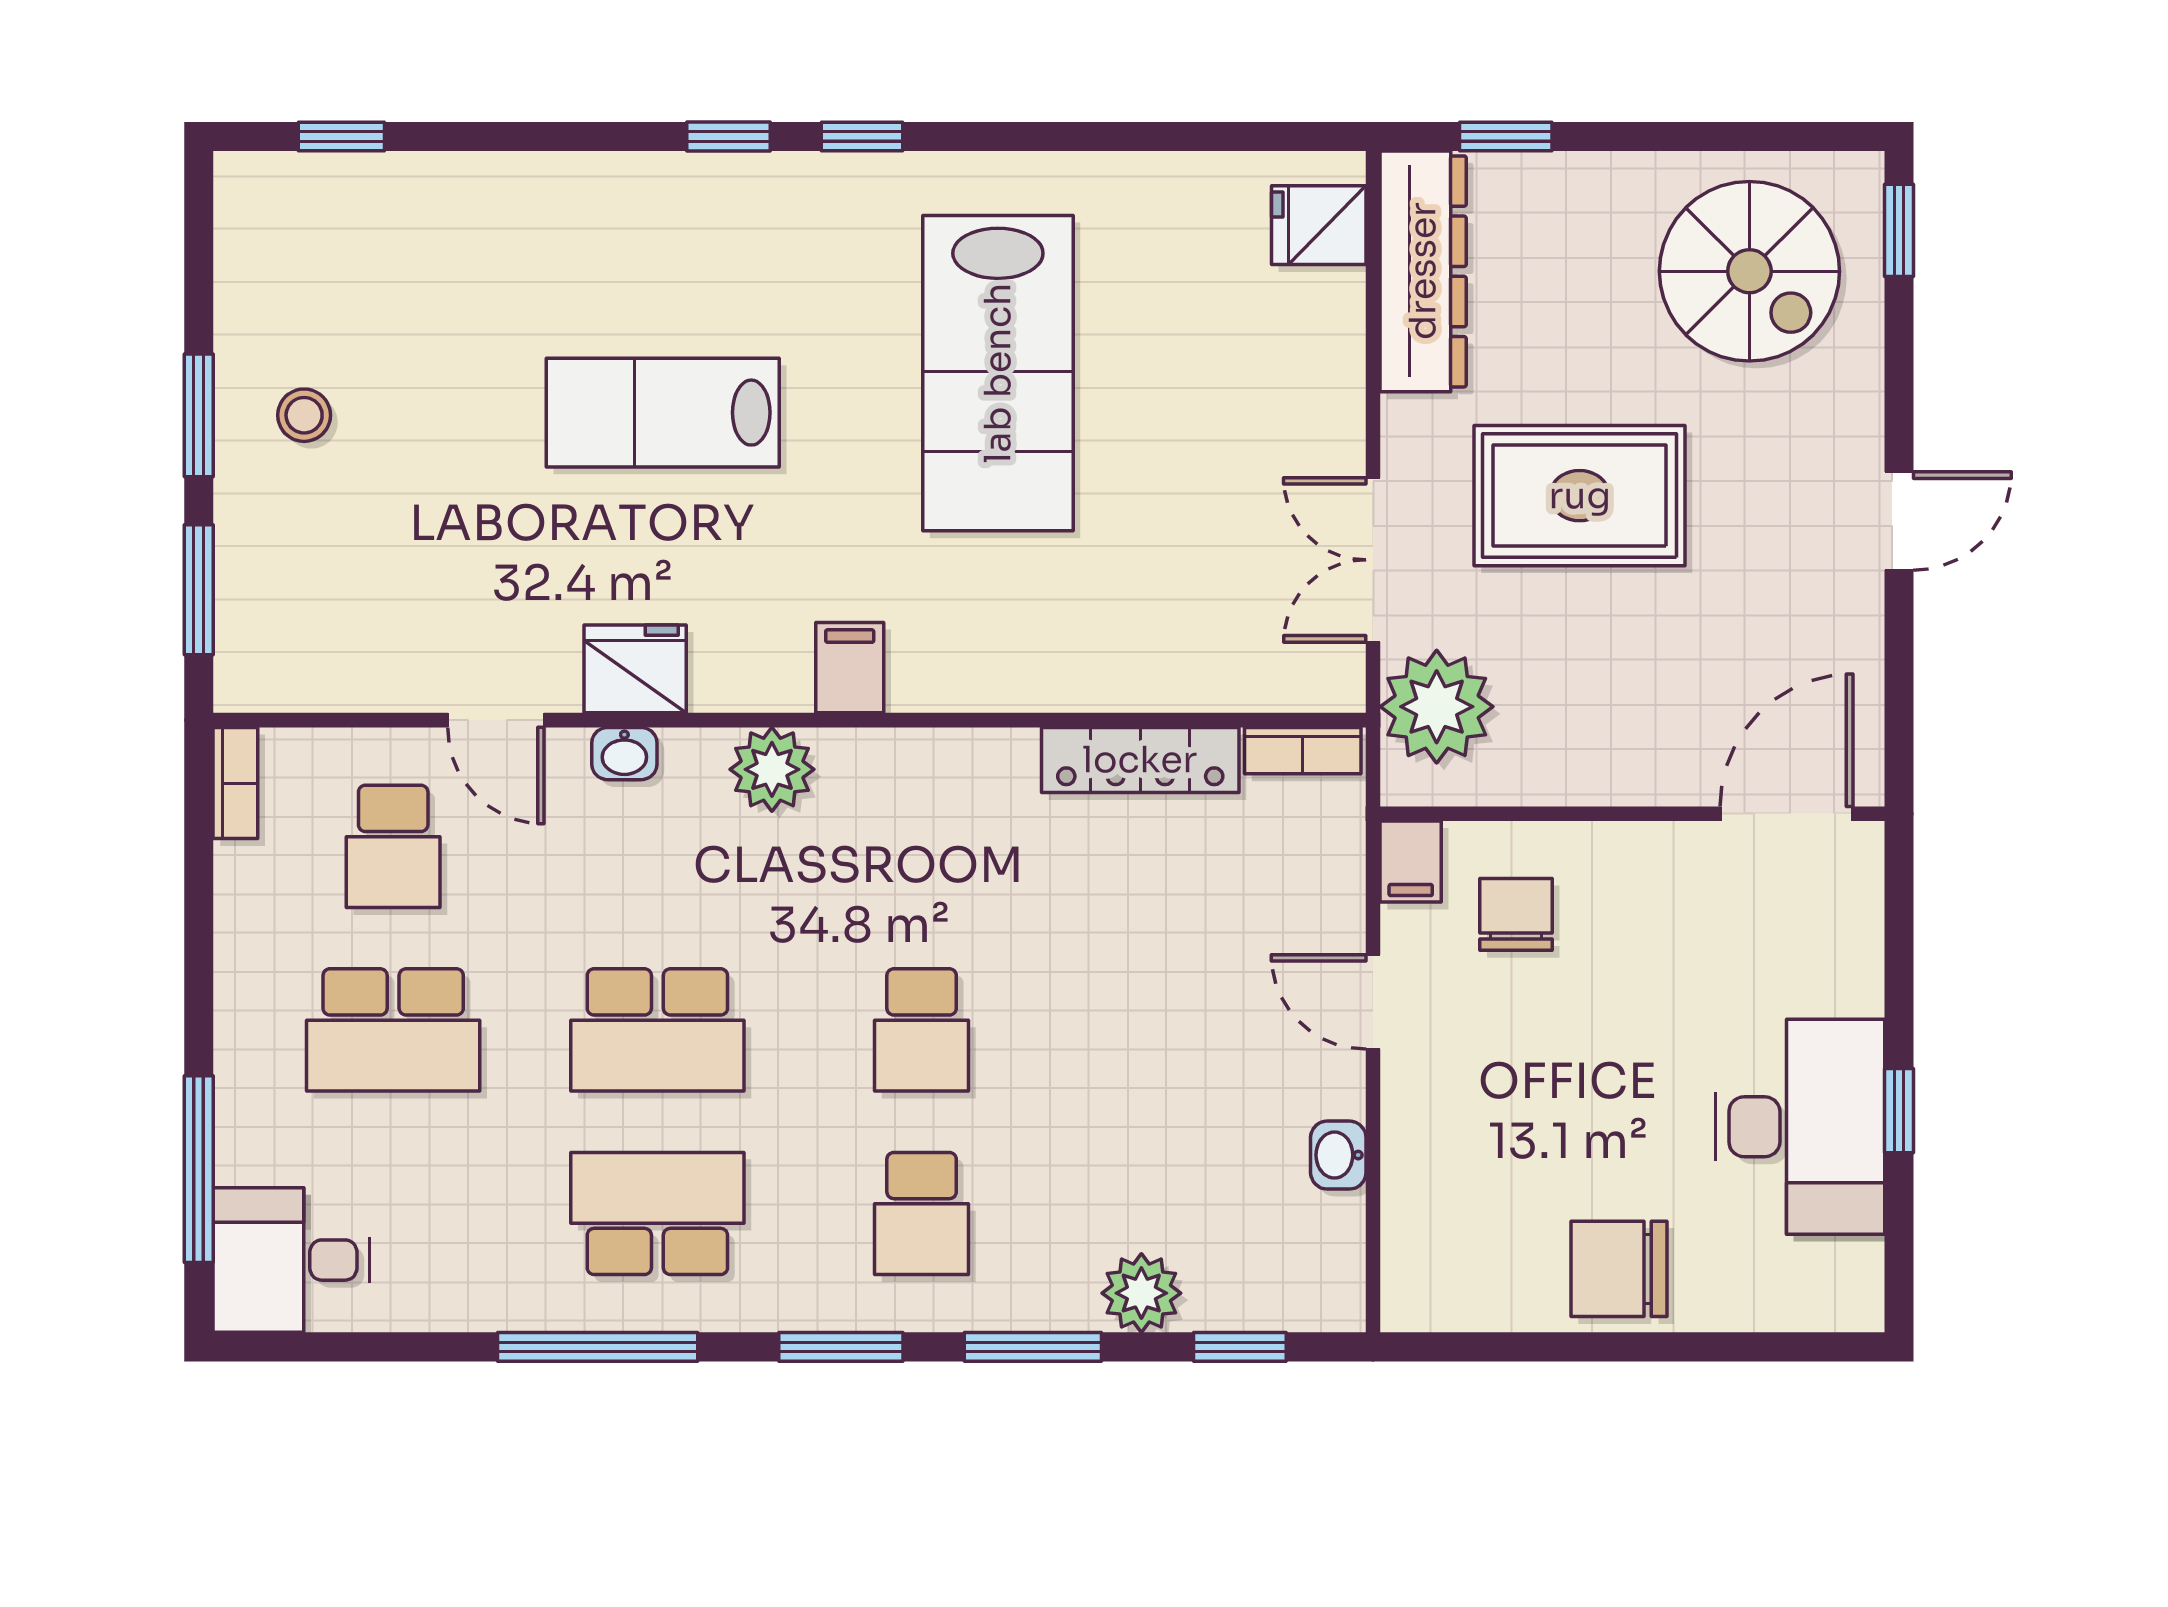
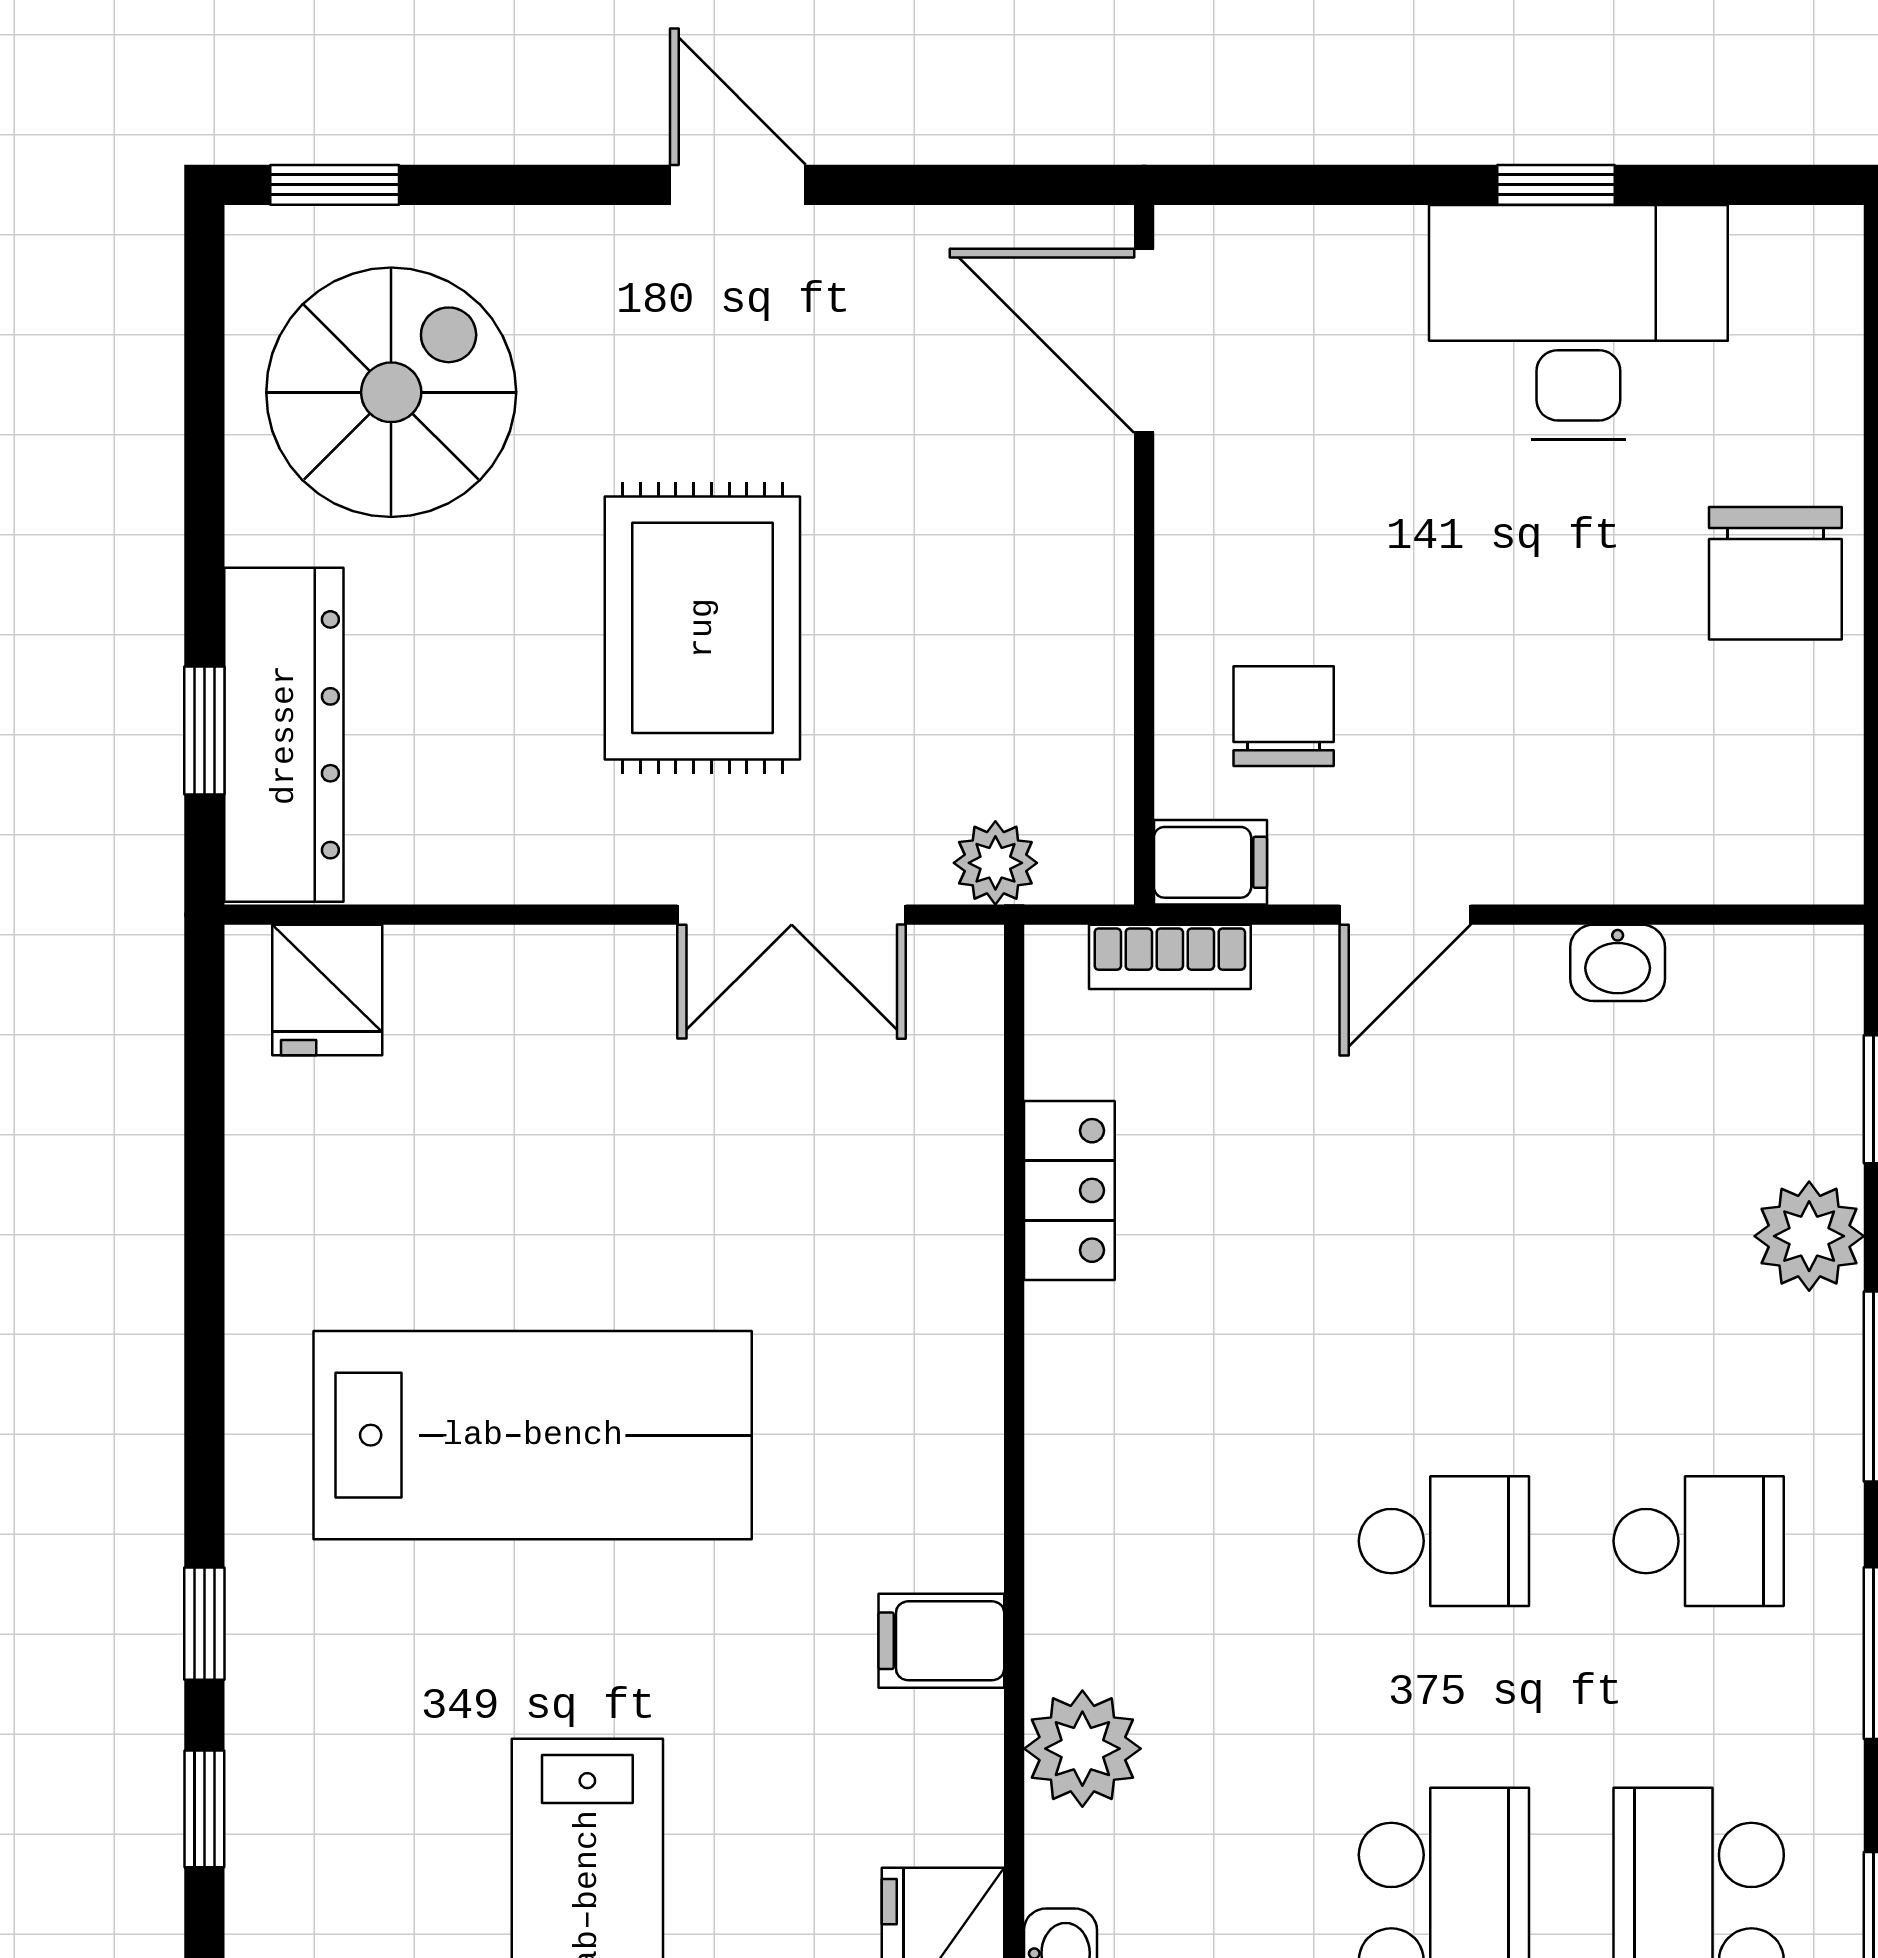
dresser: (1423, 271) -> (284, 735), moved, turned 90
plant: (1437, 707) -> (995, 863), width x0.53, depth x0.53
bookcase: (1303, 751) -> (1170, 957), moved, turned 90
locker: (1140, 760) -> (1069, 1190), width x0.66
chair: (1516, 914) -> (1284, 716), turned 90

